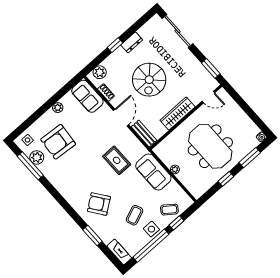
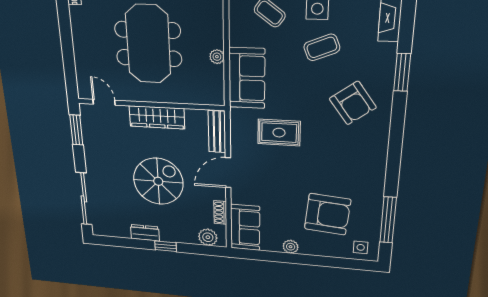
plant: (37, 157) -> (371, 221), removed
rug: (117, 160) -> (279, 133), turned 90

